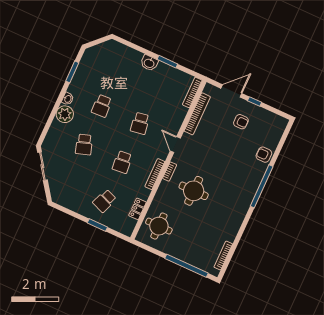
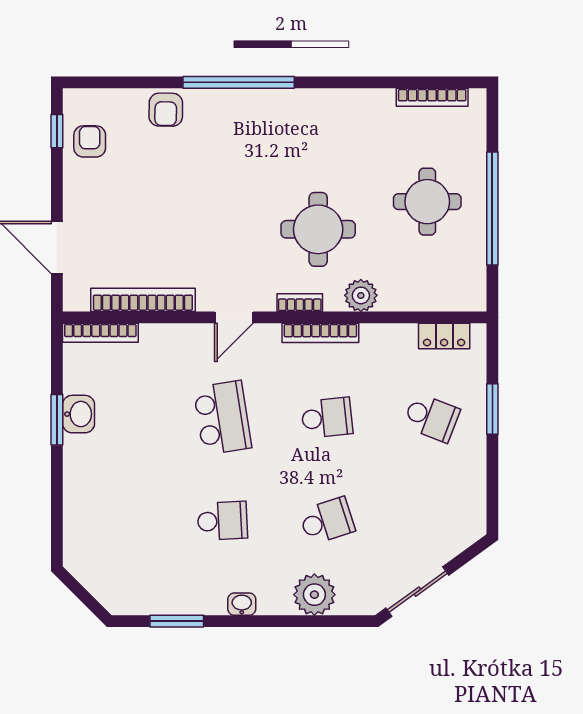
washbasin: (149, 63) -> (79, 414), moved
window: (255, 101) -> (57, 131), moved
plant: (65, 114) -> (314, 595), moved
armchair: (241, 122) -> (90, 141), moved
school desk: (140, 123) -> (222, 418), width x1.85
plant: (162, 195) -> (361, 295), added
locker: (137, 209) -> (444, 336), moved
round table: (159, 226) -> (427, 202), moved
window: (187, 266) -> (492, 208), moved

